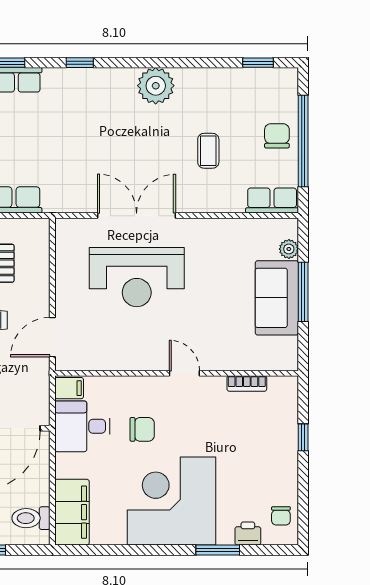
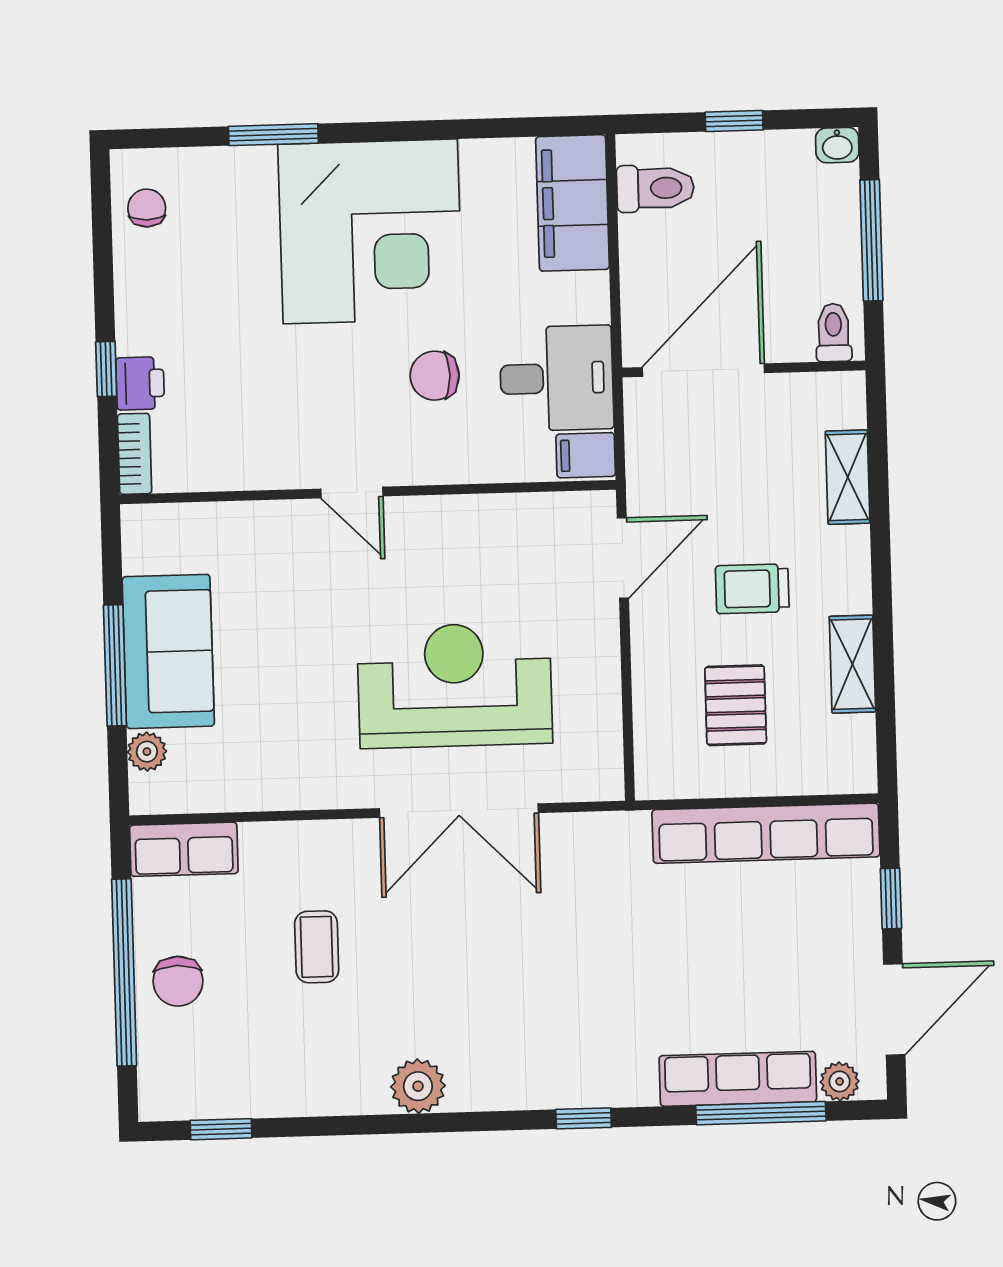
plant: (156, 86) -> (418, 1086), width x0.73, depth x0.73
bookcase: (247, 383) -> (135, 454), moved, turned 90
printer: (248, 534) -> (140, 383), moved, turned -90

